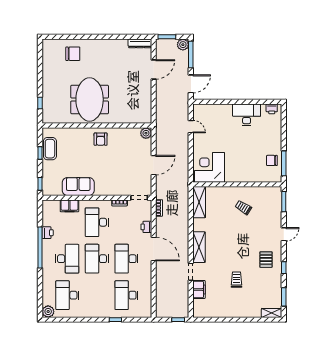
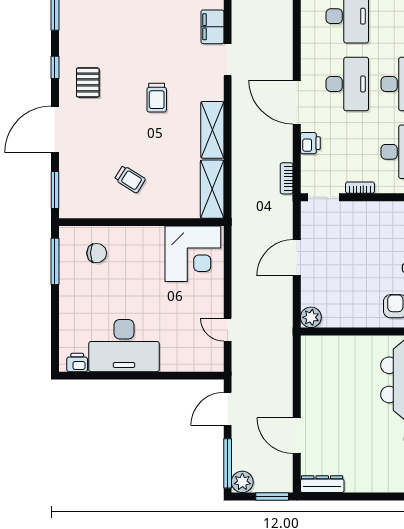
door: (154, 69) -> (297, 436), hinge flipped
desk: (247, 115) -> (124, 346), width x1.36, depth x1.30
chair: (272, 160) -> (97, 253), moved
door: (284, 234) -> (55, 129), width x1.87
shelving: (199, 247) -> (212, 130), moved
trolley: (236, 280) -> (157, 98), moved

